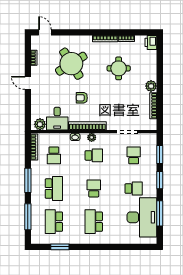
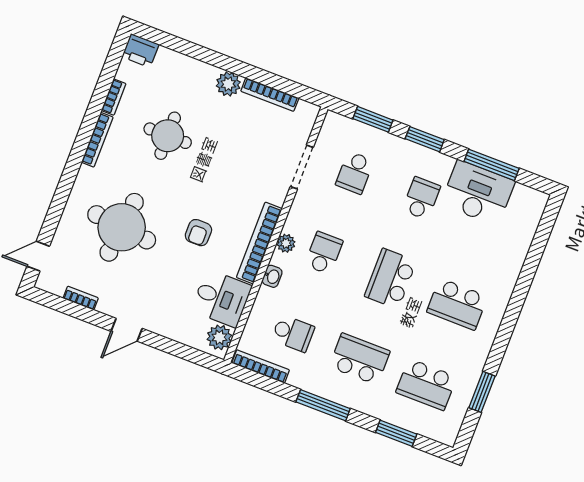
round table: (71, 64) -> (122, 227), turned 38
school desk: (134, 155) -> (355, 173), turned -90
school desk: (94, 189) -> (390, 279), width x1.85
window: (28, 217) -> (396, 433), width x0.69
desk: (142, 217) -> (478, 193), width x0.73, depth x0.77

